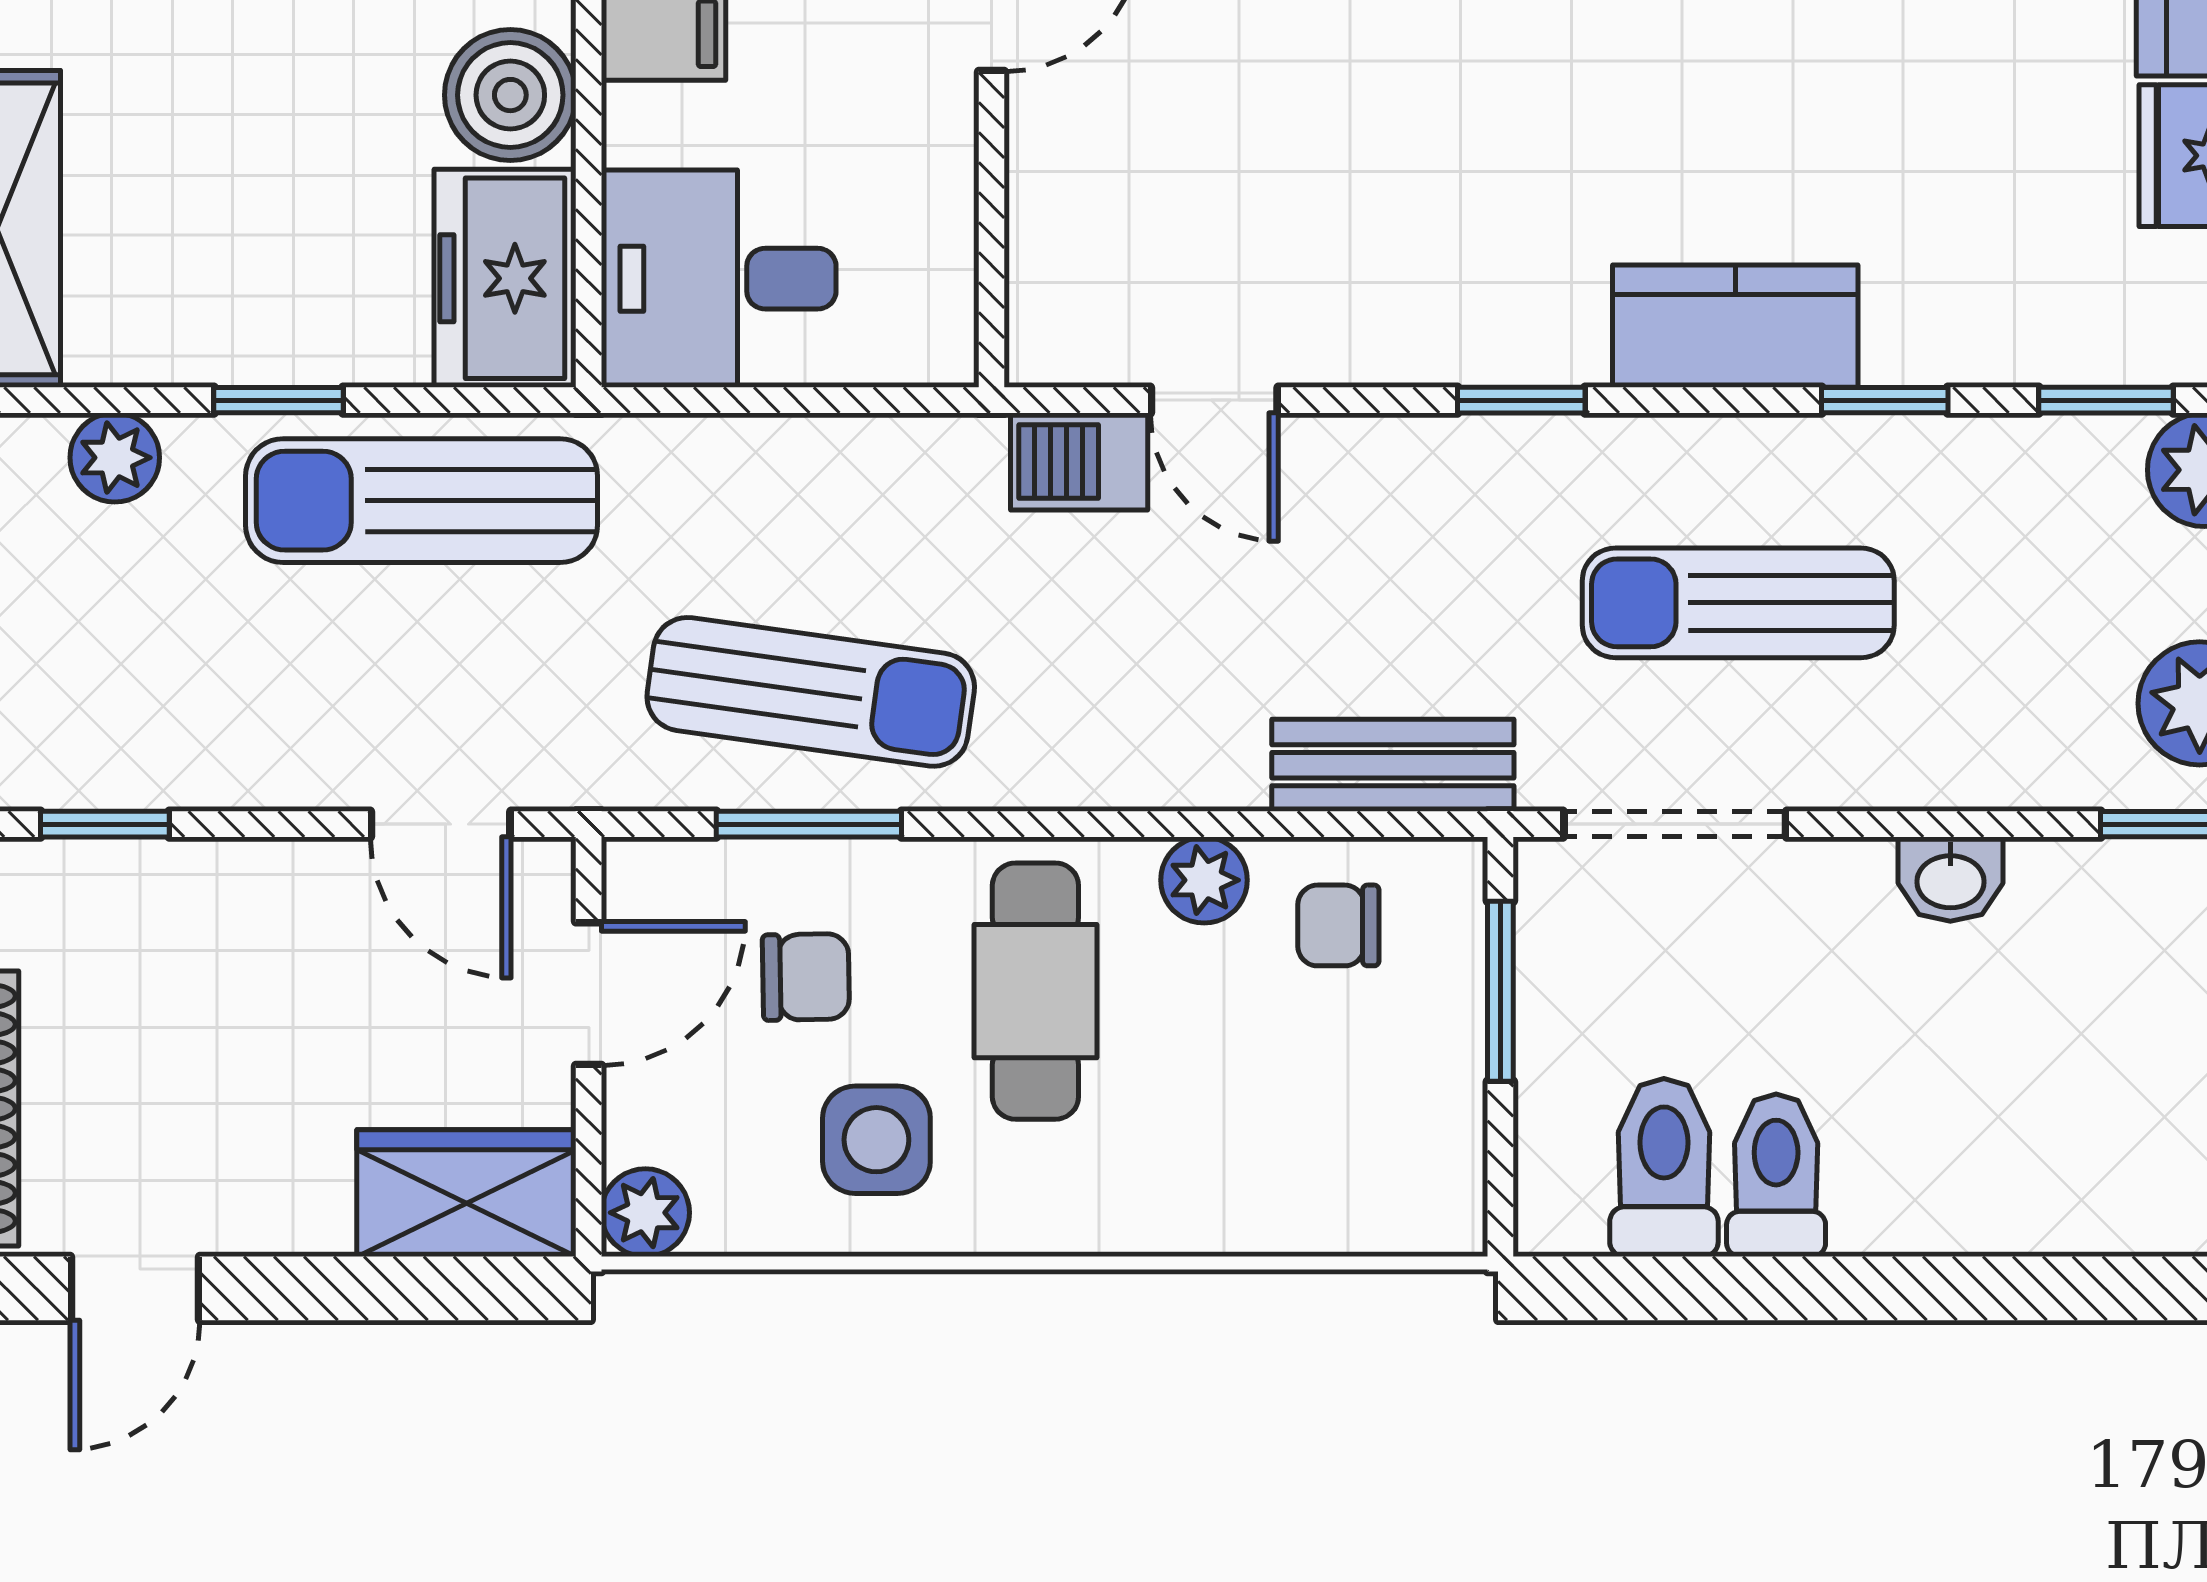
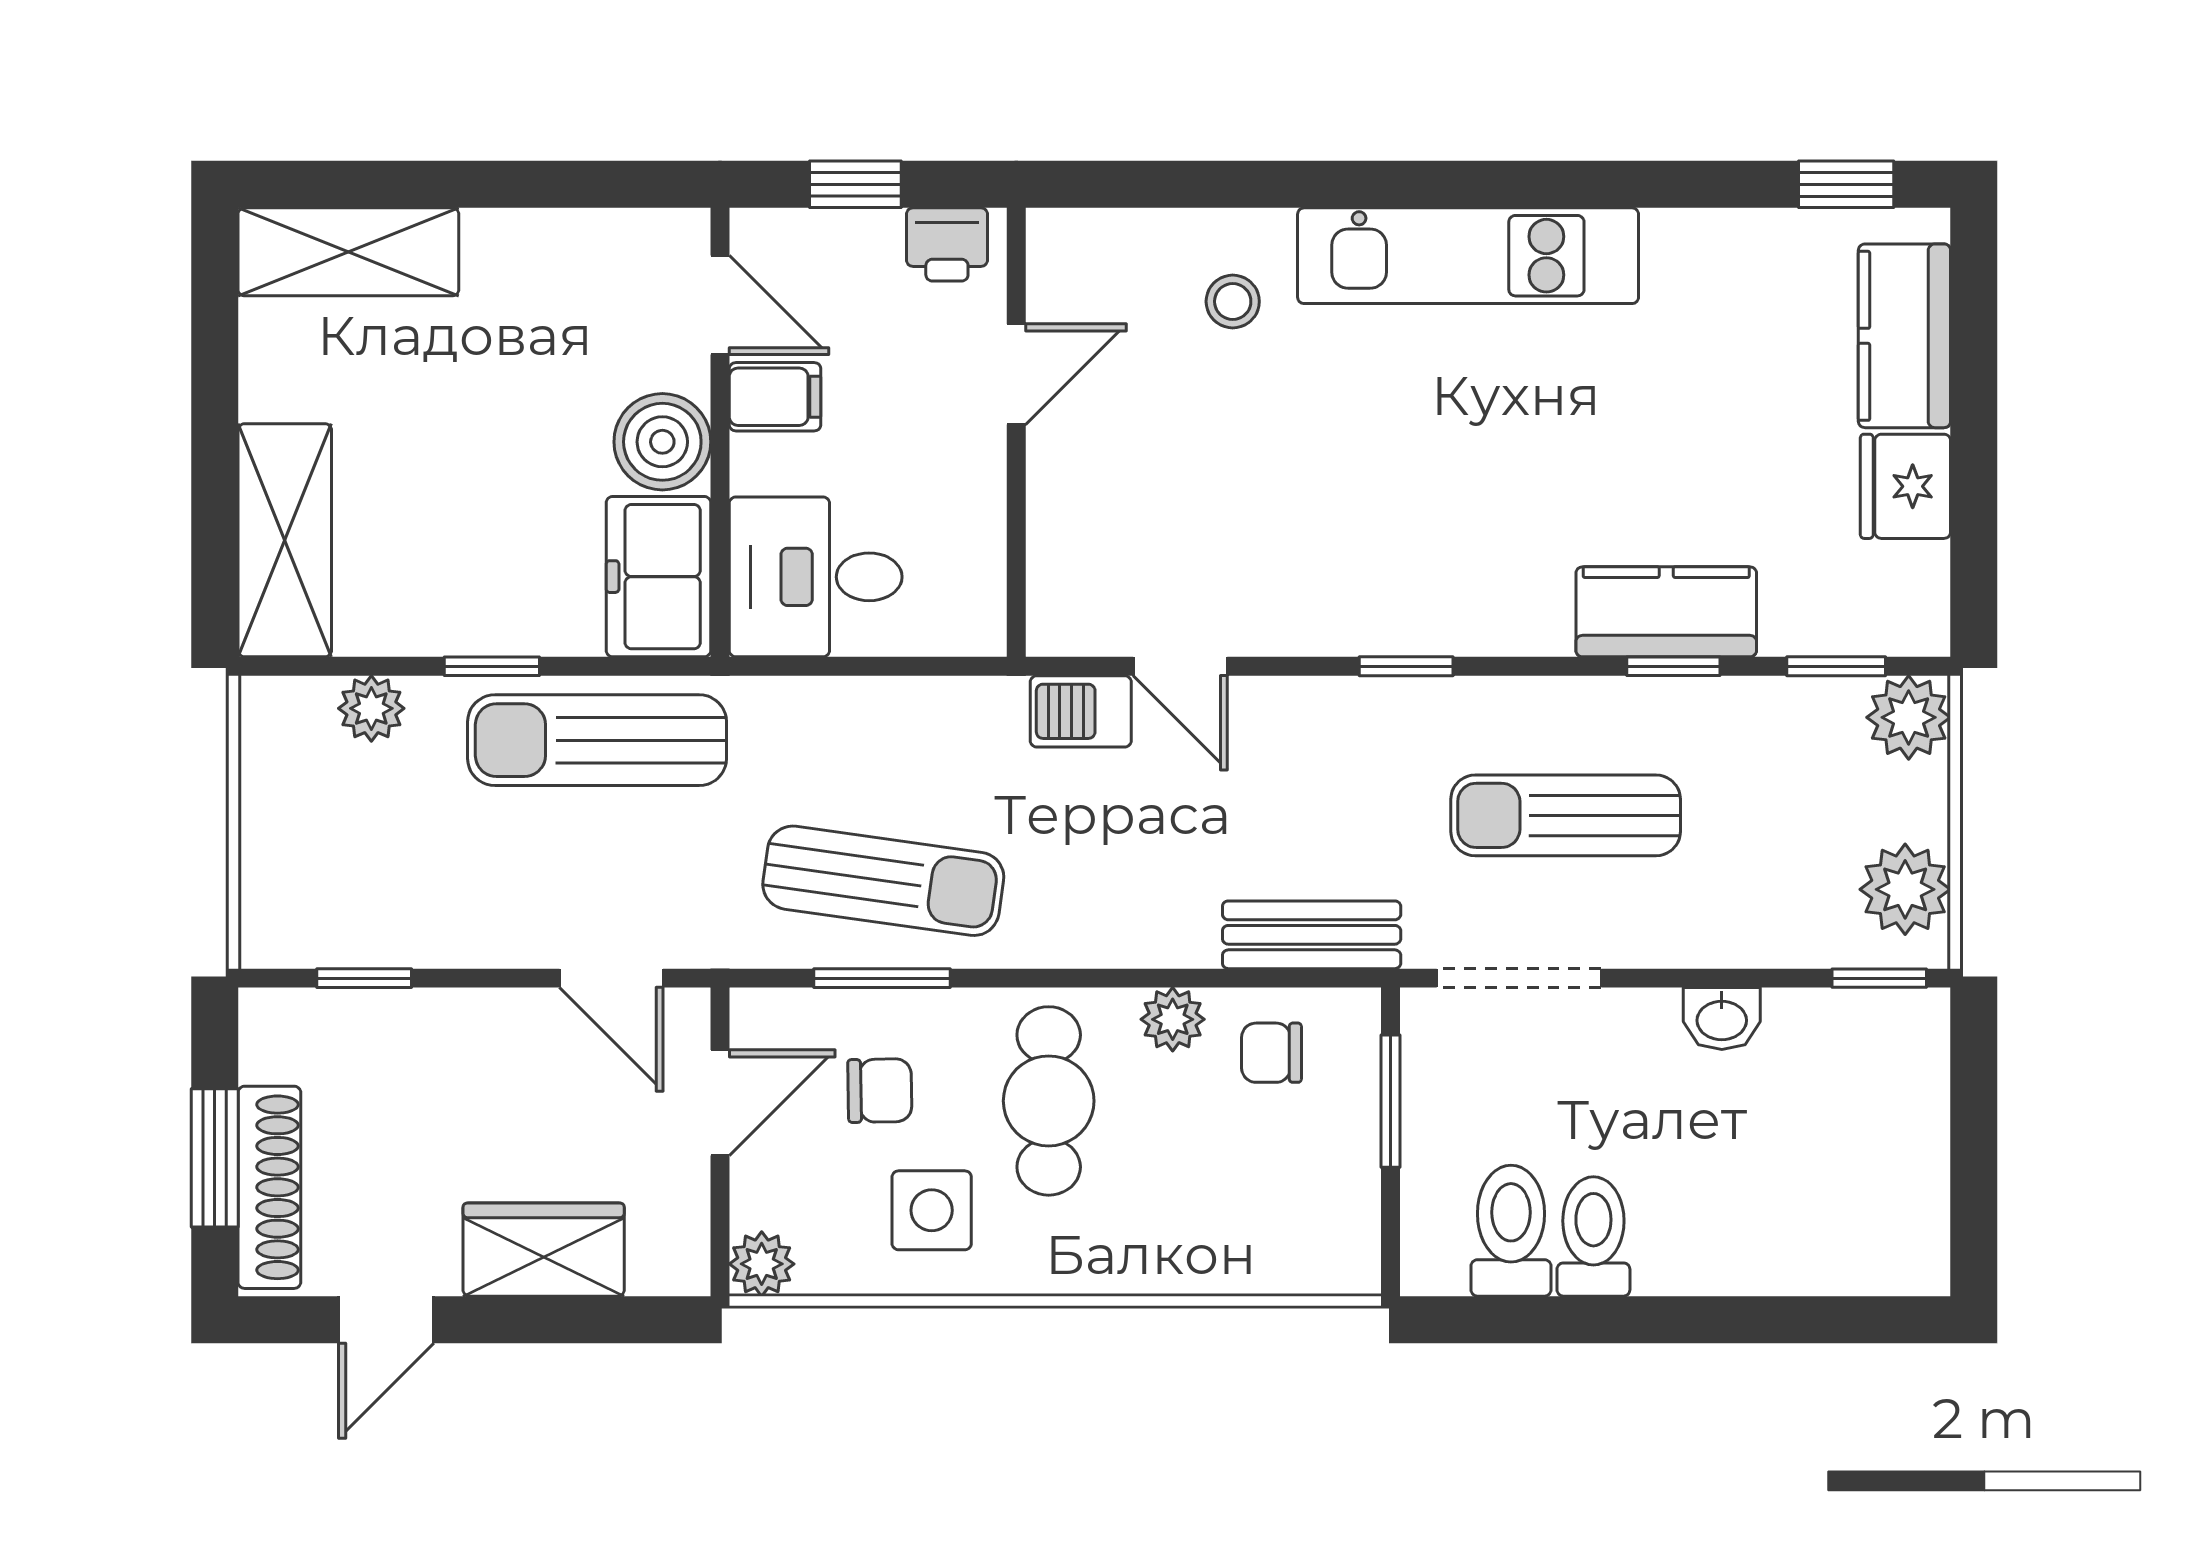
kitchen counter: (1735, 326) -> (1666, 612), moved
wardrobe: (466, 1193) -> (544, 1250), moved

